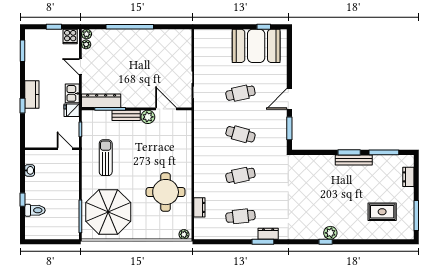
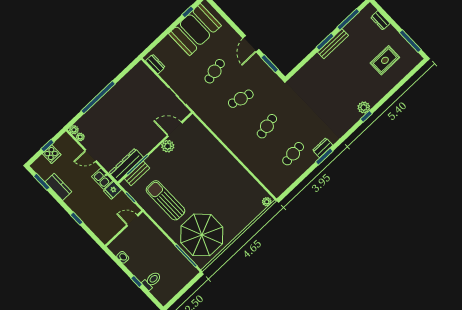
cooker: (70, 37) -> (52, 154), moved
kitchen counter: (32, 94) -> (58, 187), moved
bench: (126, 115) -> (137, 173), moved
sun lounger: (106, 158) -> (165, 200), width x1.36, depth x1.34
round table: (166, 192) -> (227, 185), removed
dresser: (199, 207) -> (155, 64), moved

